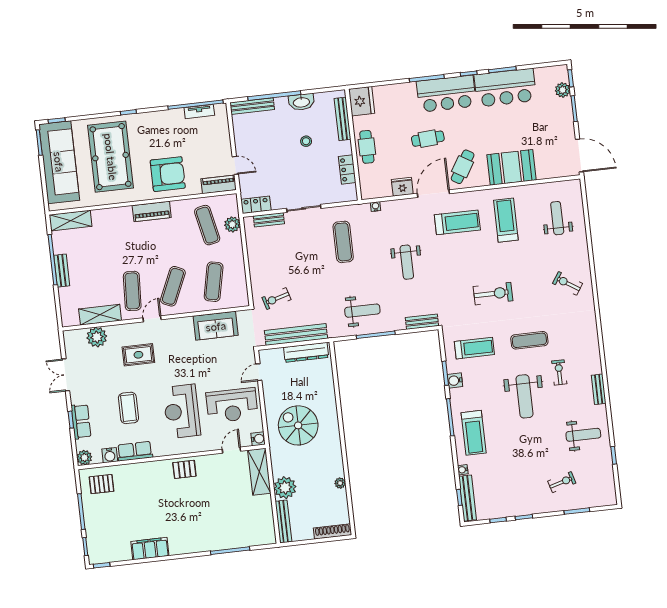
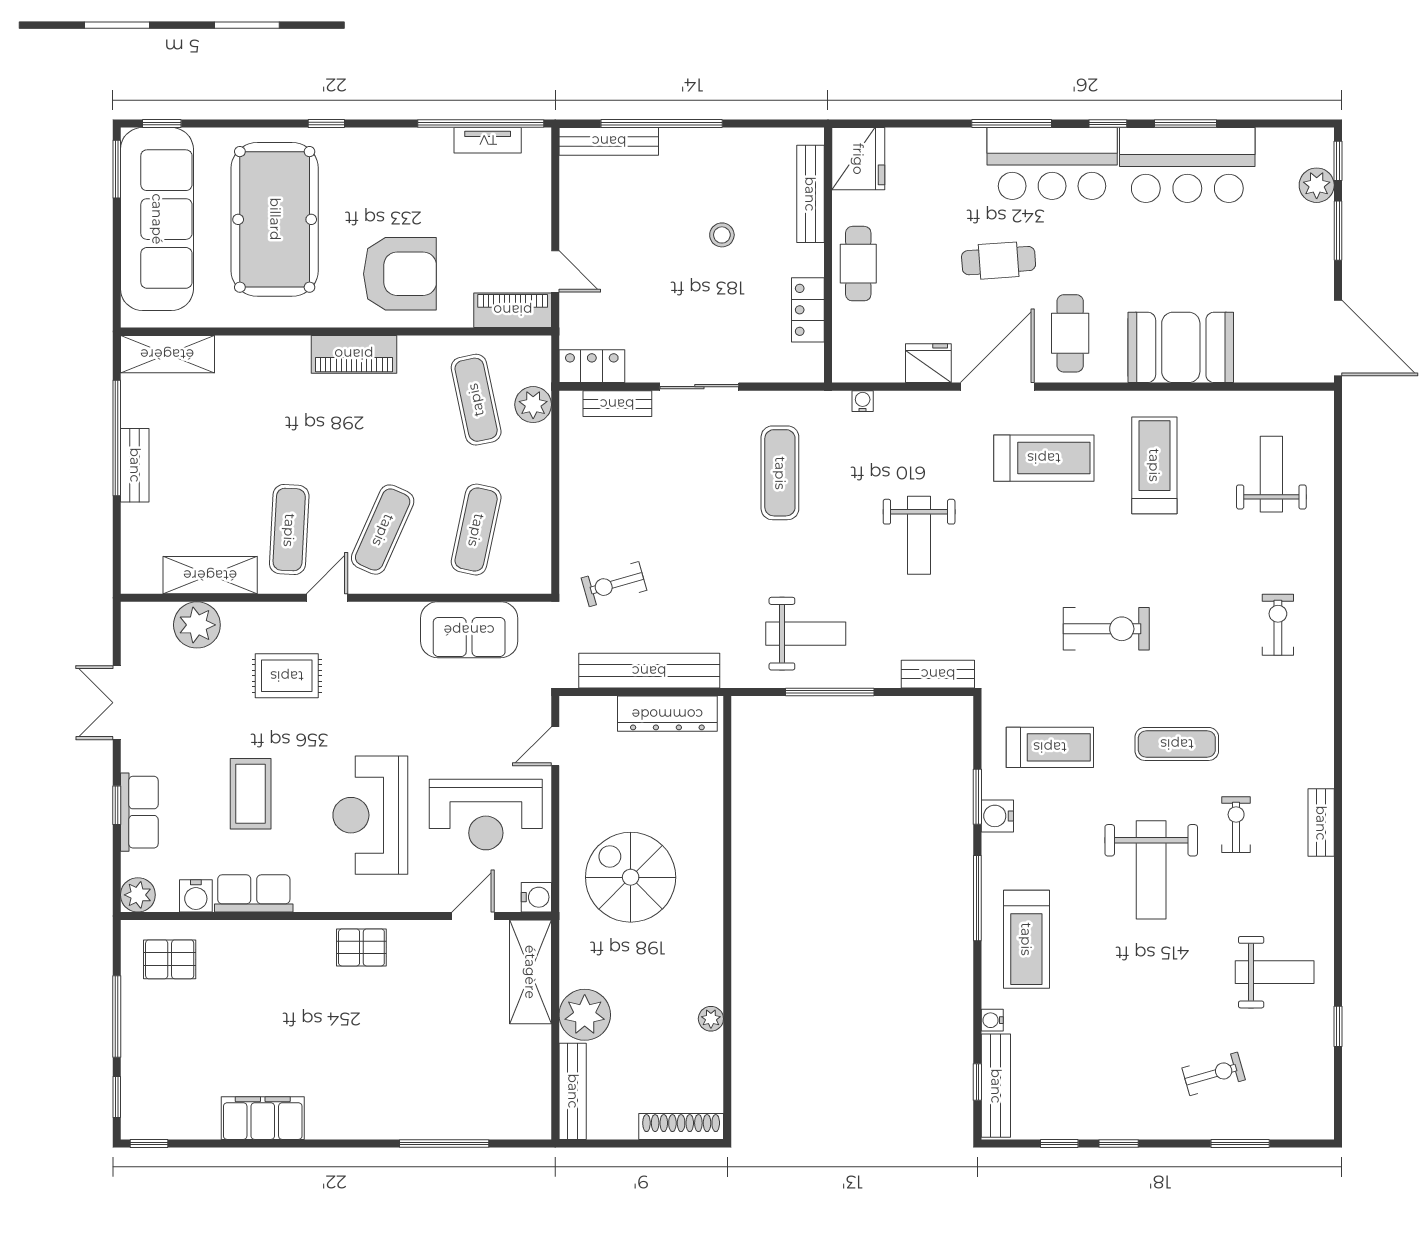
washbasin: (301, 102) -> (721, 145), removed
cafe table: (463, 167) -> (1070, 333), turned -31
exercise bike: (568, 283) -> (1278, 625), turned 57
bench: (599, 389) -> (1321, 823), moved

